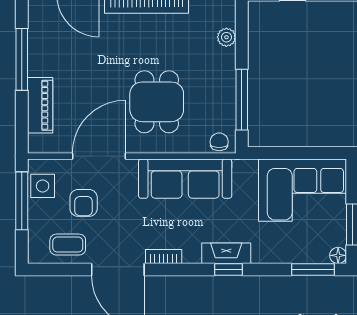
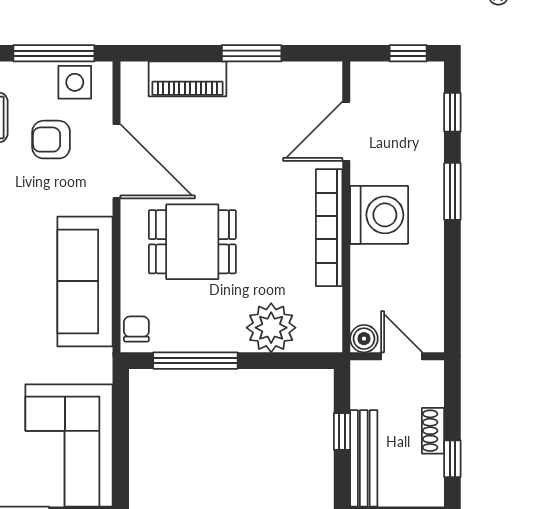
plant: (226, 37) -> (271, 328), width x1.88, depth x1.88
window: (22, 59) -> (252, 53), width x0.69
chair: (219, 142) -> (136, 329), turned -90

